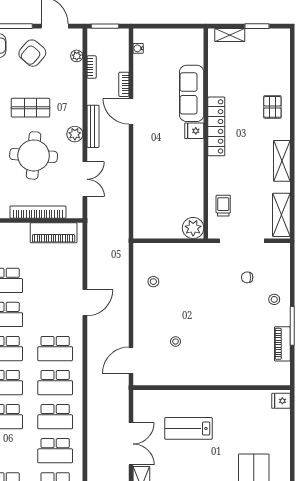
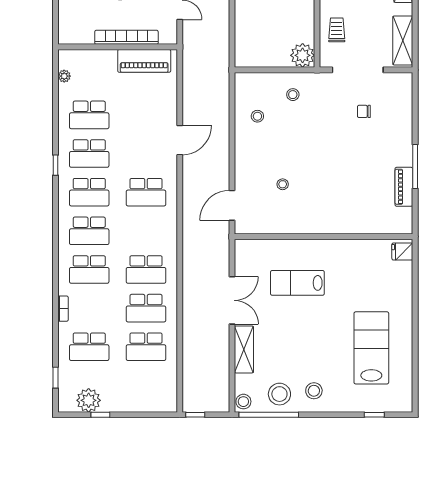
stool: (274, 299) -> (293, 95), moved
school desk: (55, 383) -> (146, 231), removed

